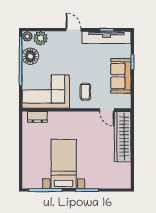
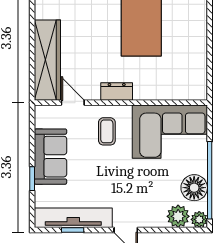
dresser: (37, 117) -> (117, 91), moved

